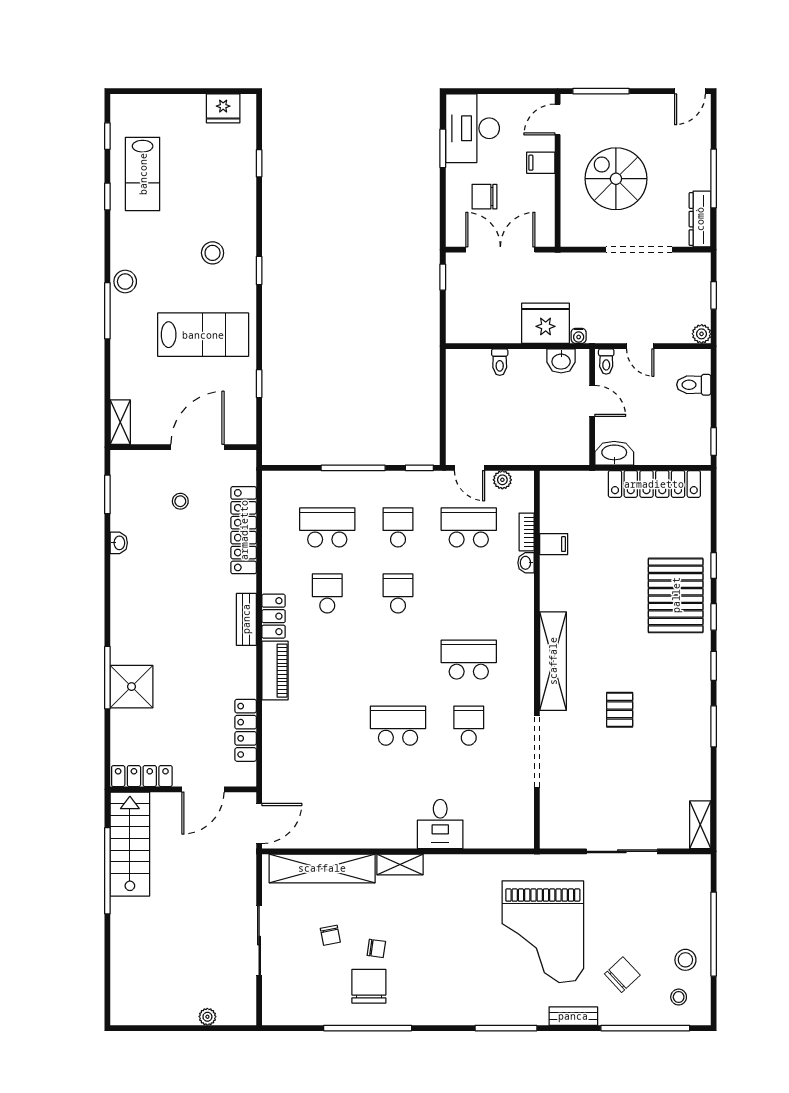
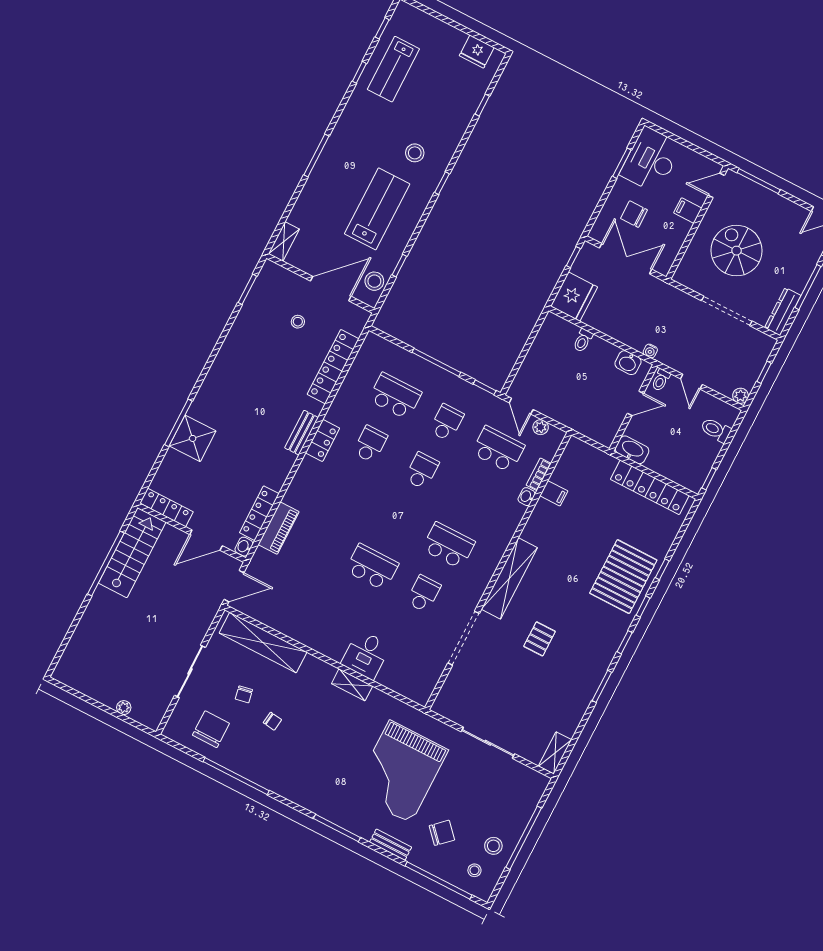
stool: (125, 281) -> (374, 281), moved
fridge: (546, 323) -> (574, 297), moved, turned 90
lab bench: (203, 335) -> (377, 209), turned -90
door: (592, 401) -> (636, 403), hinge flipped
washbasin: (119, 543) -> (244, 547), moved, turned 180
piano: (275, 671) -> (279, 528), moved
shelving: (400, 864) -> (352, 685), moved
chair: (369, 986) -> (211, 729), moved

